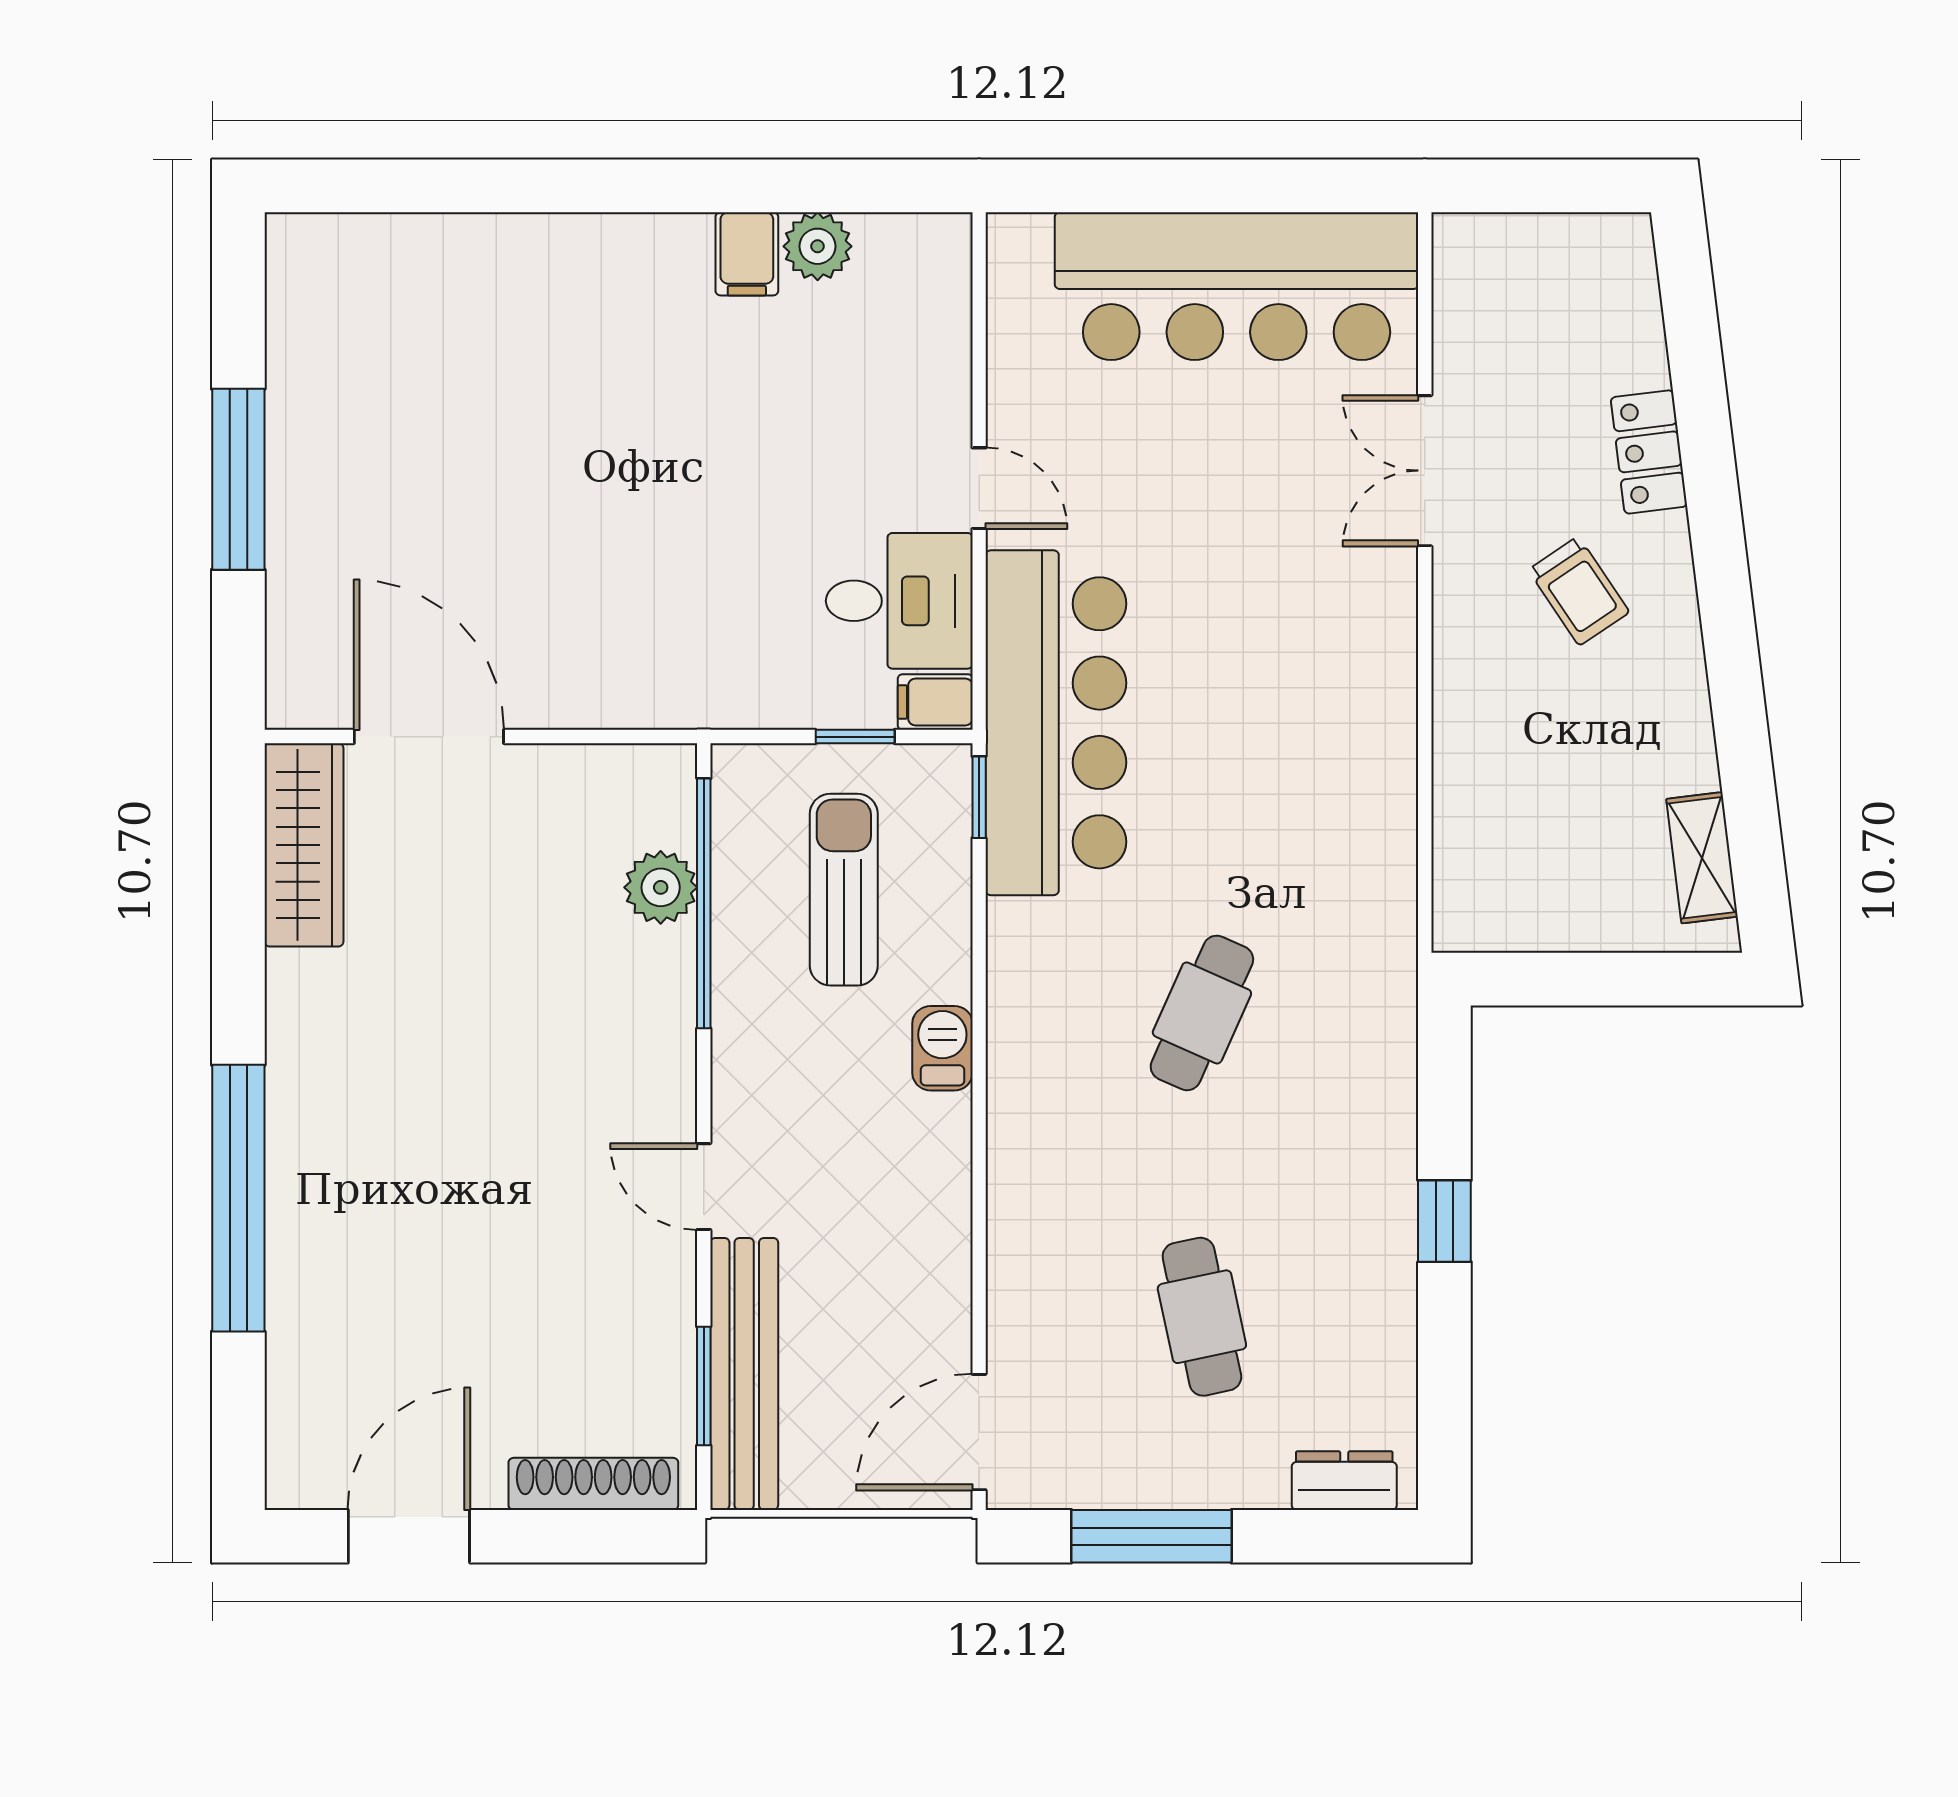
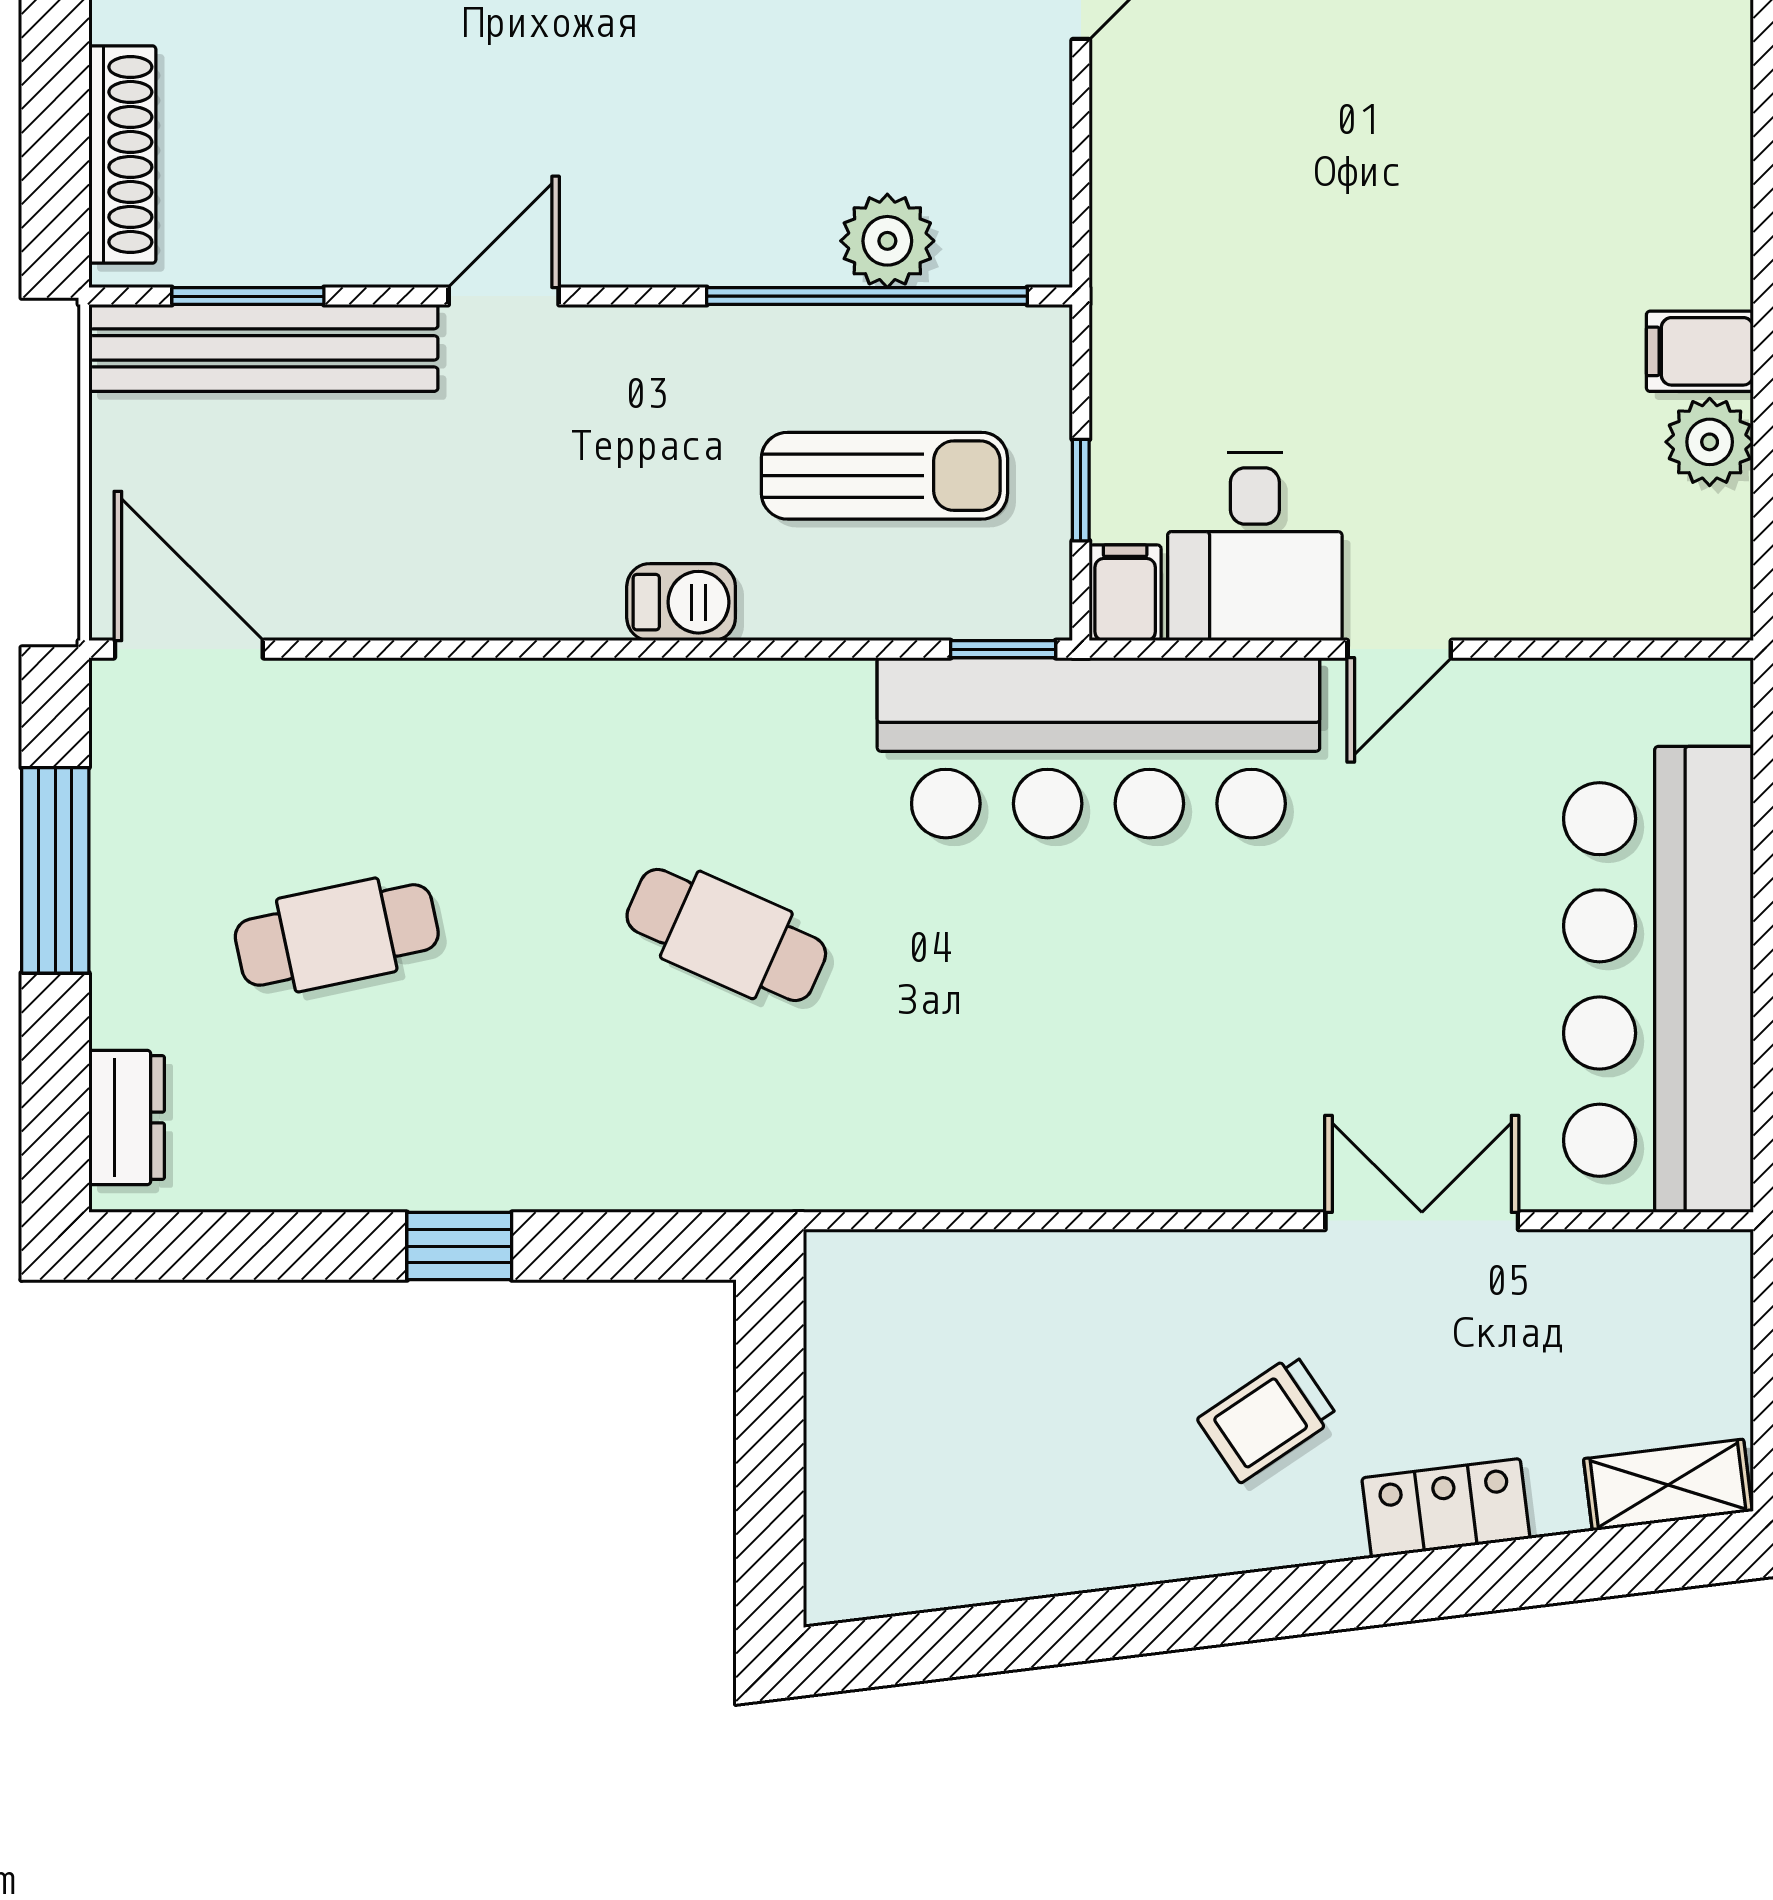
shelving: (1702, 858) -> (1668, 1485), moved

